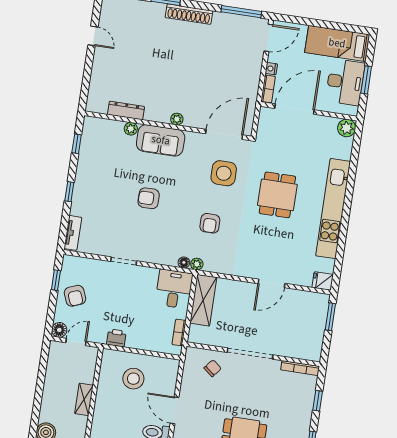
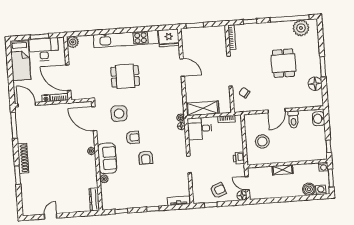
dresser: (126, 111) -> (94, 199), moved
armchair: (210, 223) -> (133, 137), moved
fridge: (323, 281) -> (169, 38), width x1.88, depth x1.34

